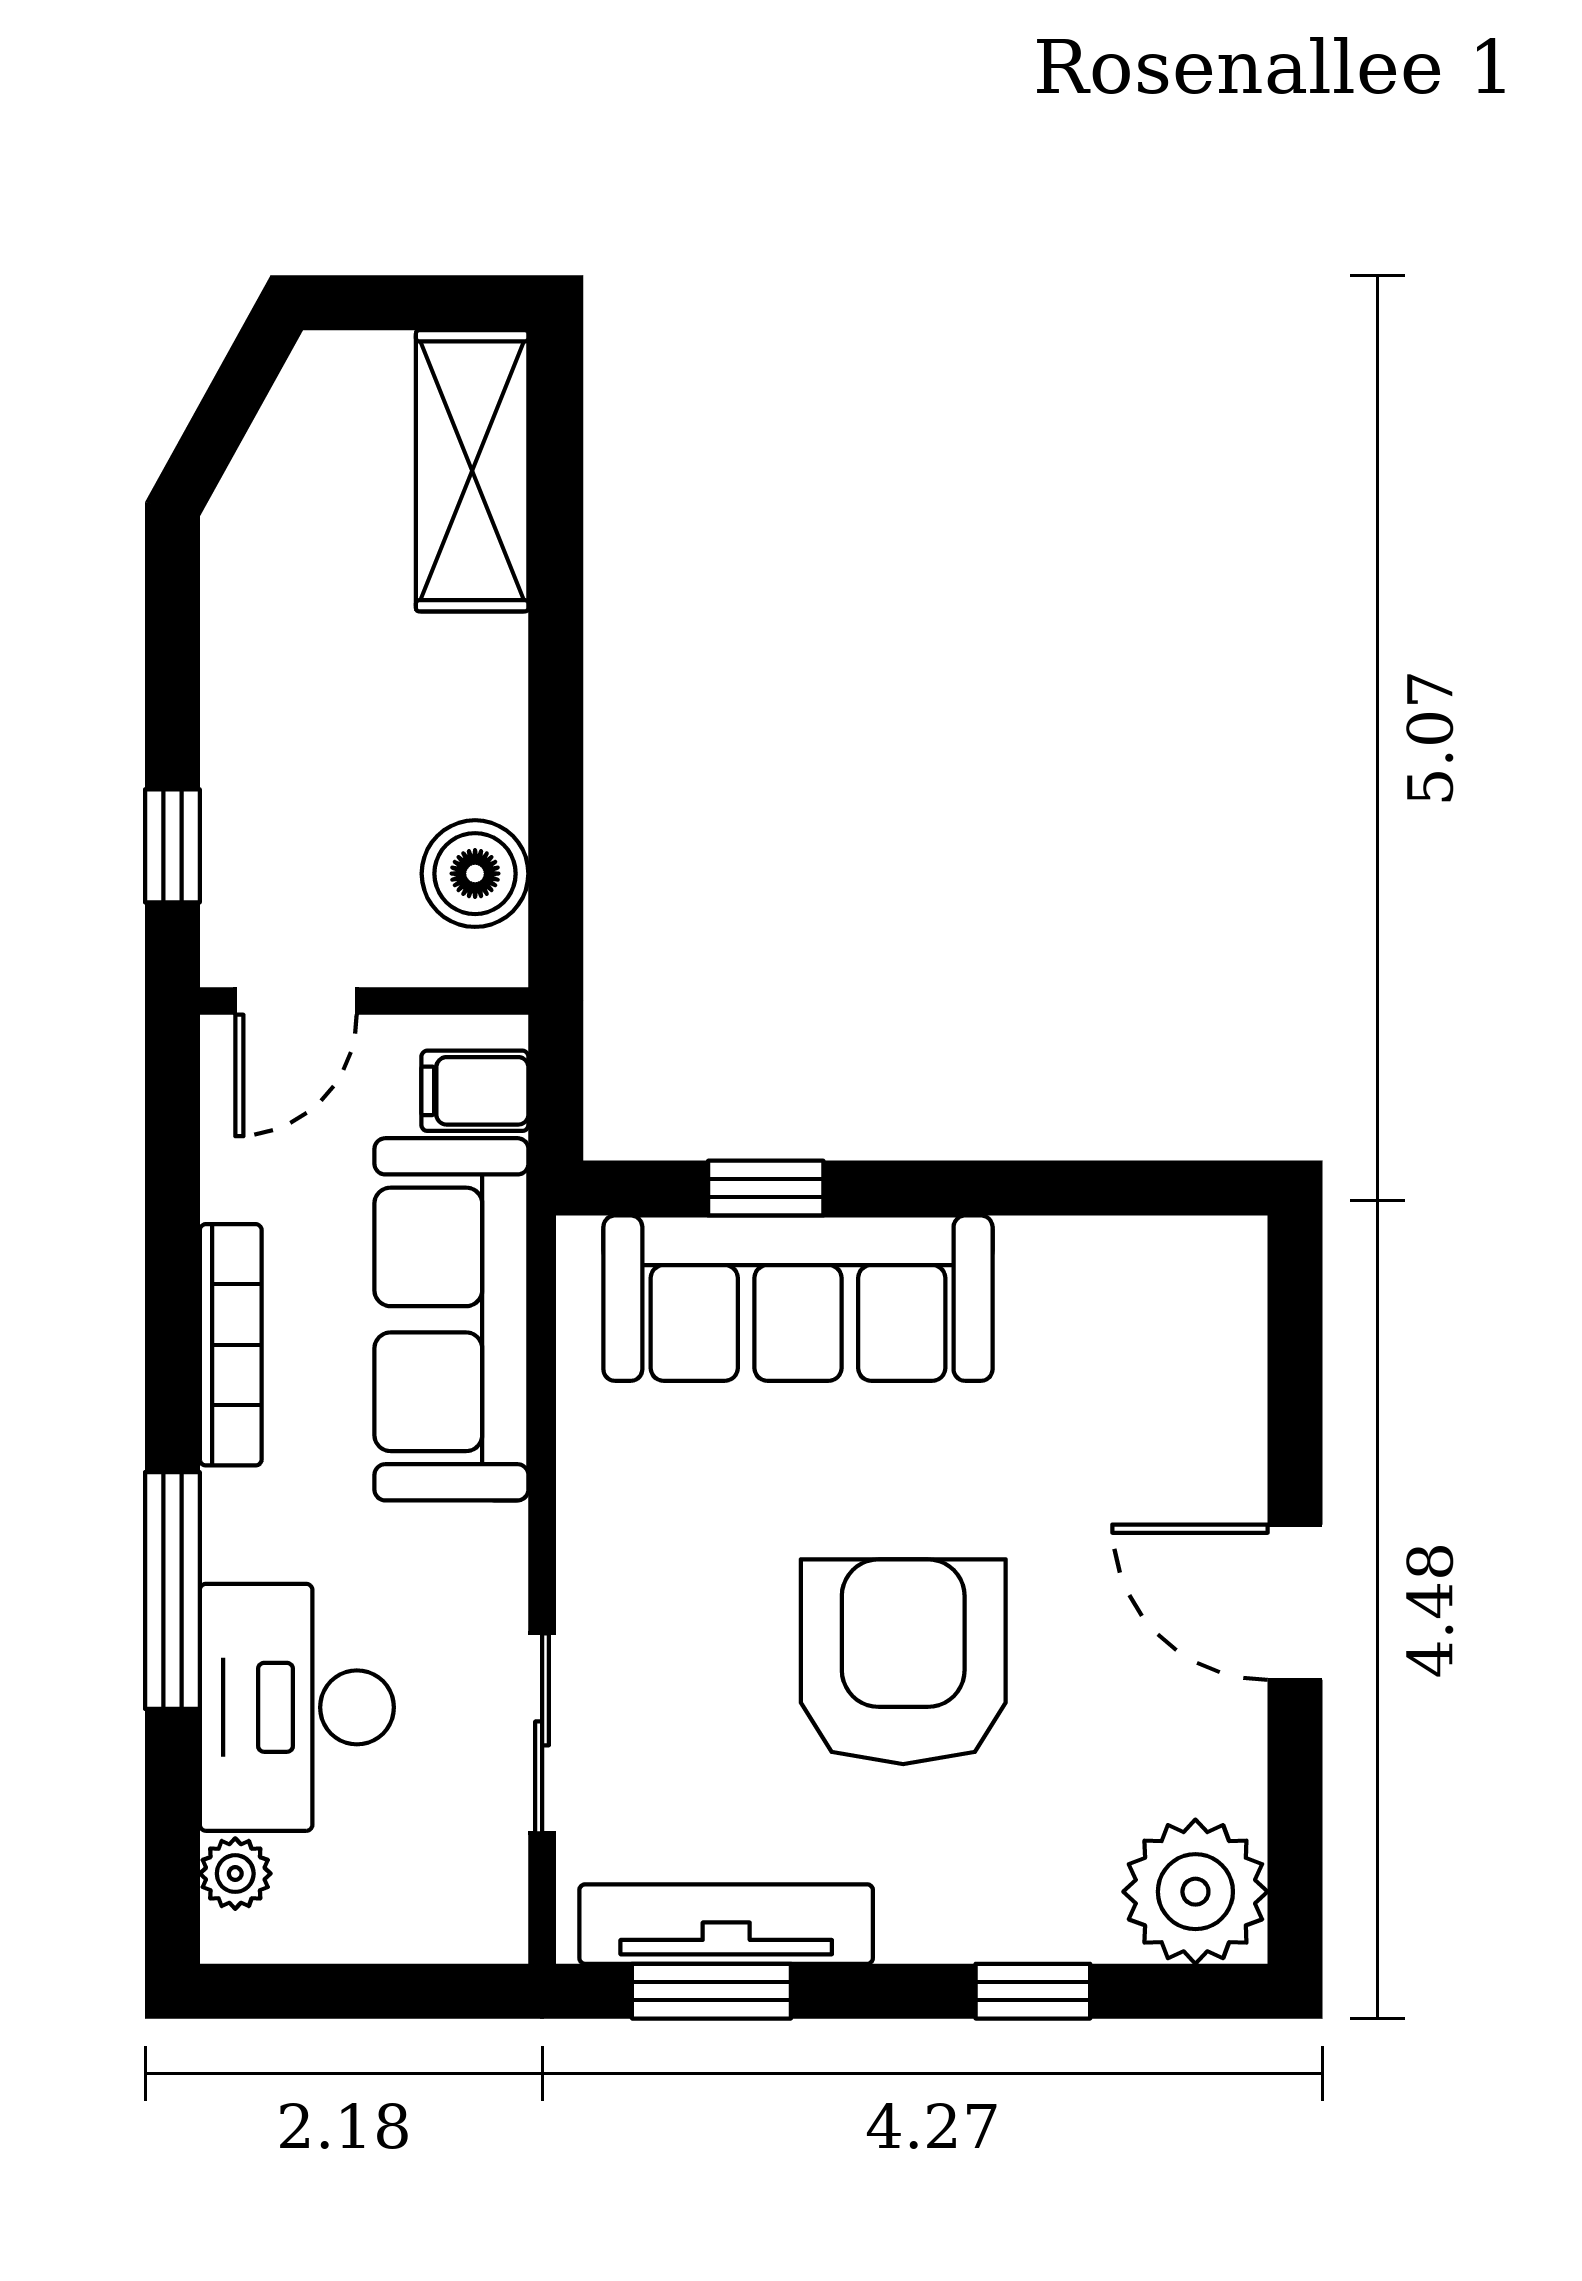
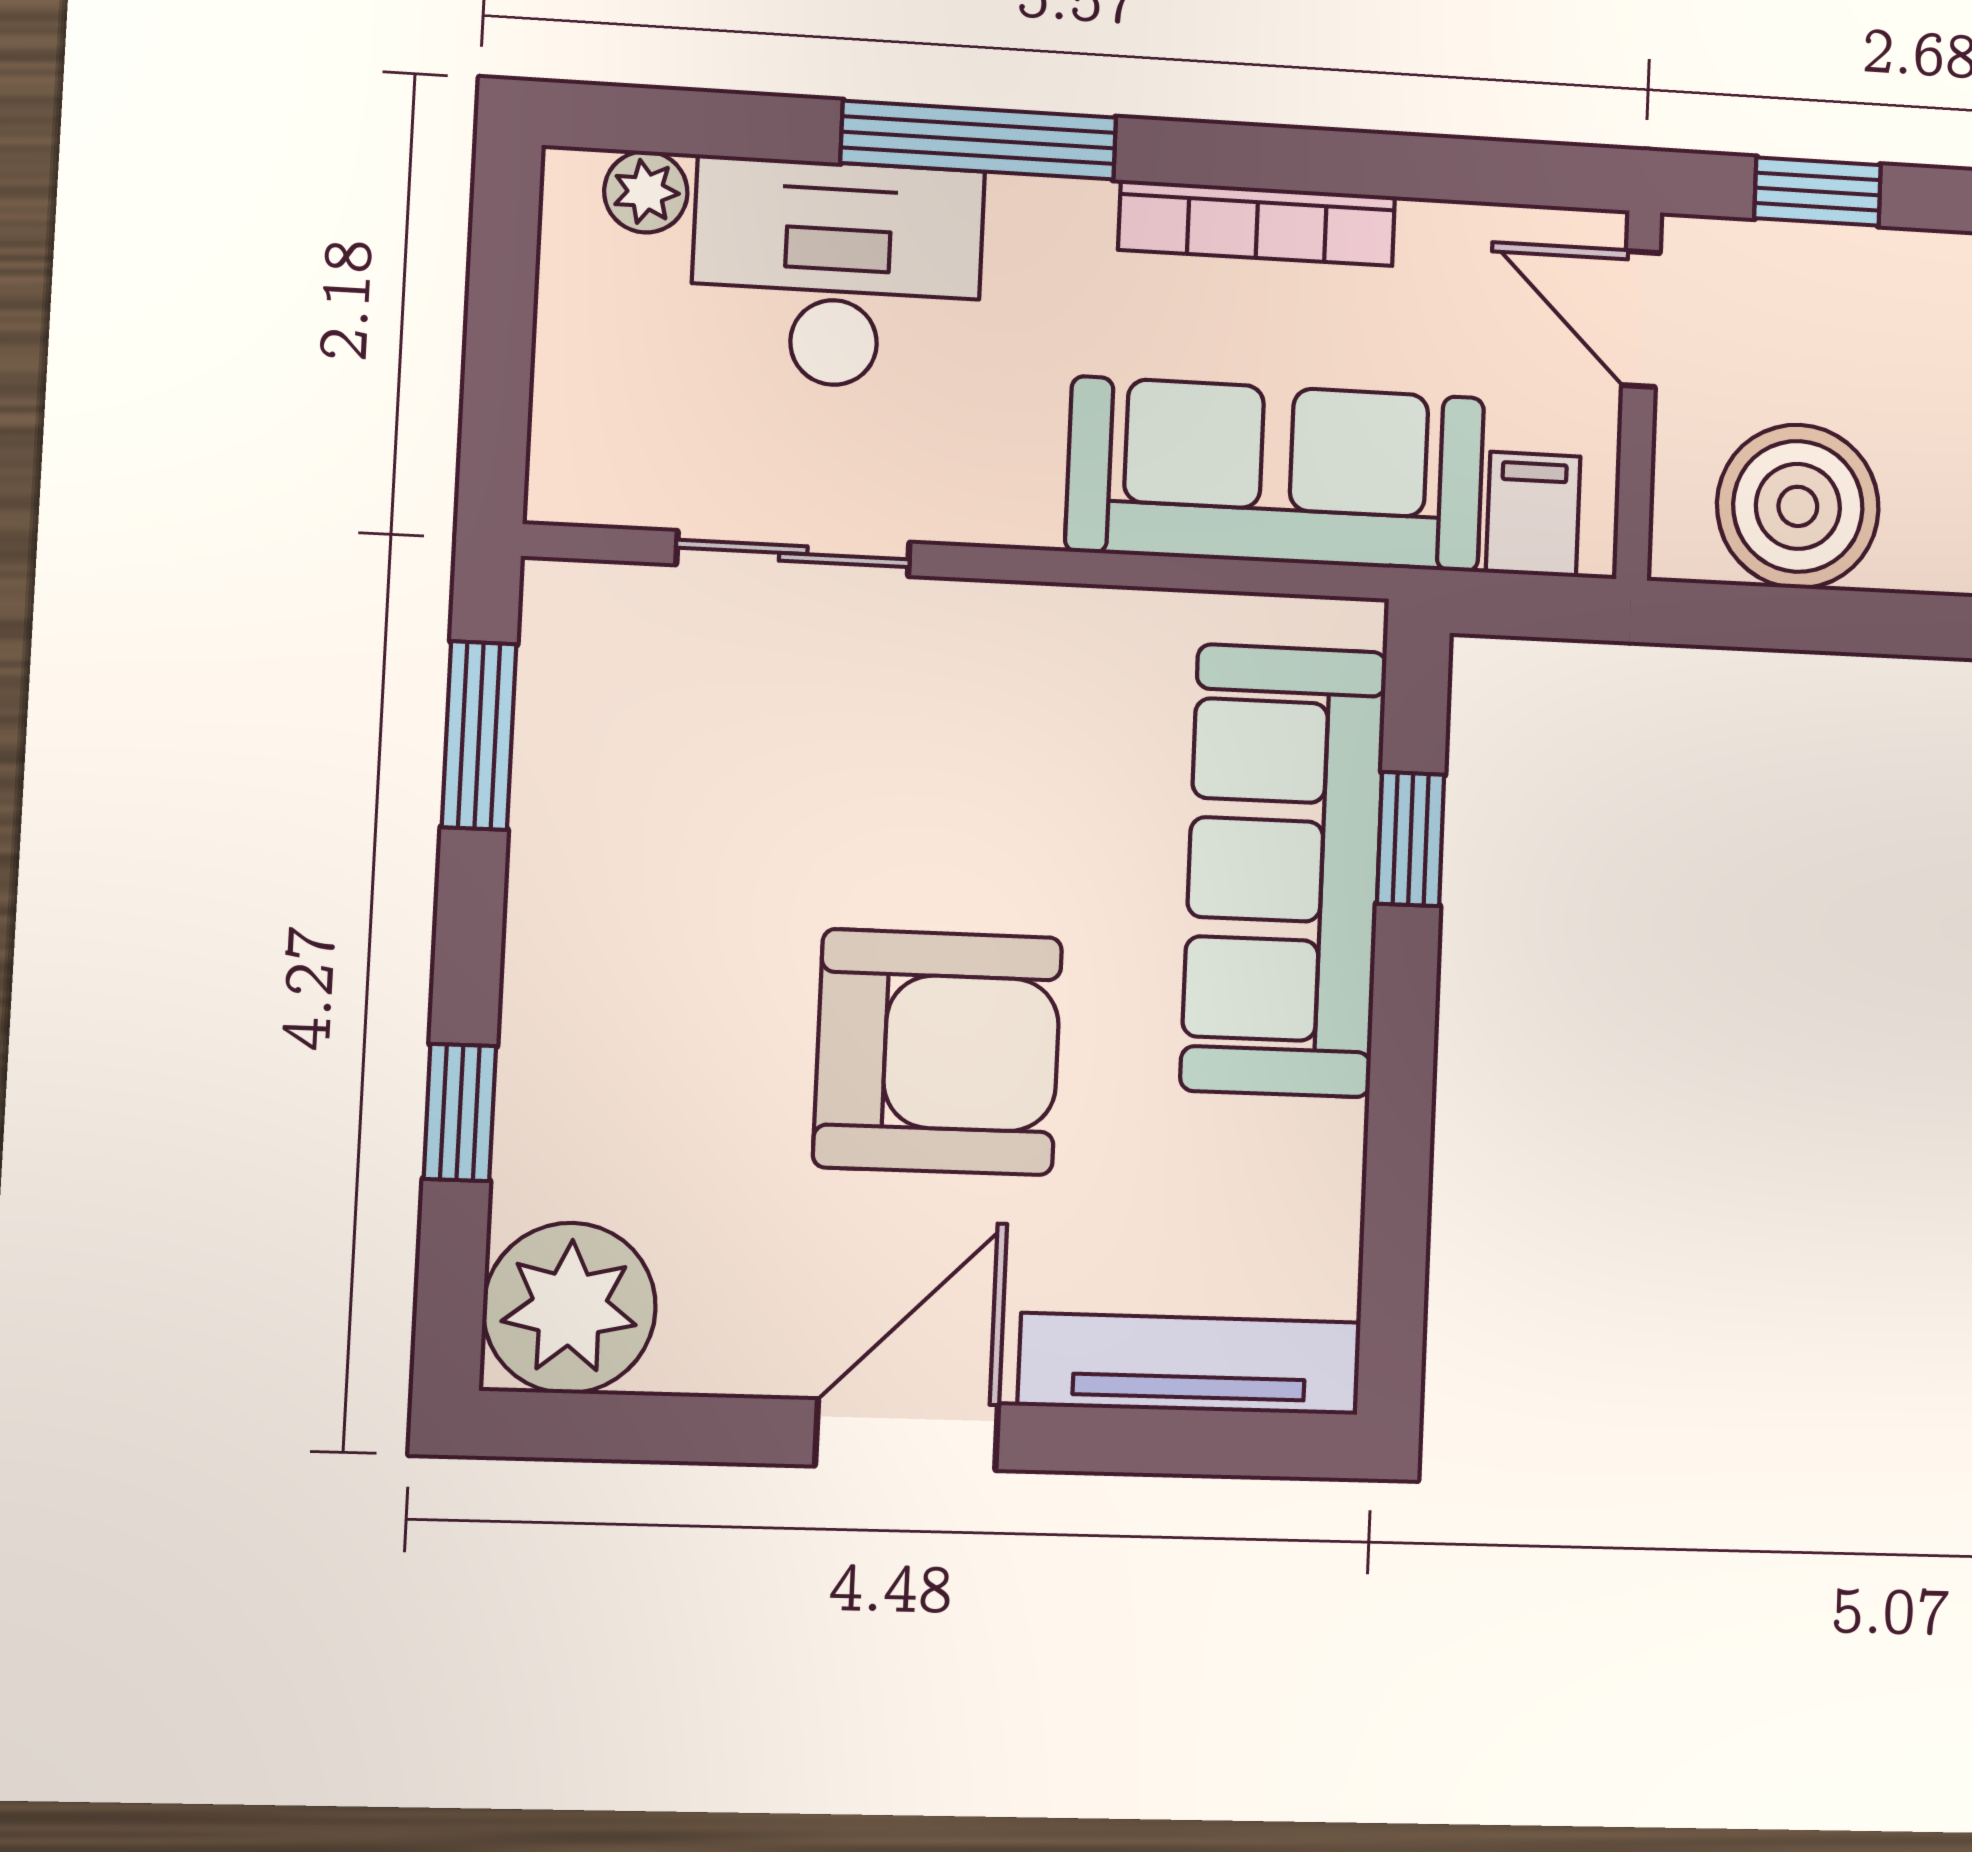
boiler: (475, 874) -> (1798, 506), width x1.37, depth x1.37
armchair: (903, 1662) -> (938, 1052), moved
tv unit: (726, 1924) -> (1190, 1364), moved, turned -90

